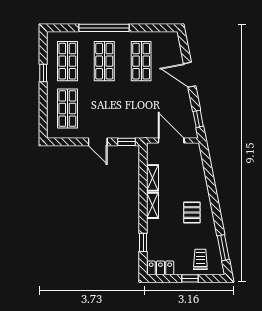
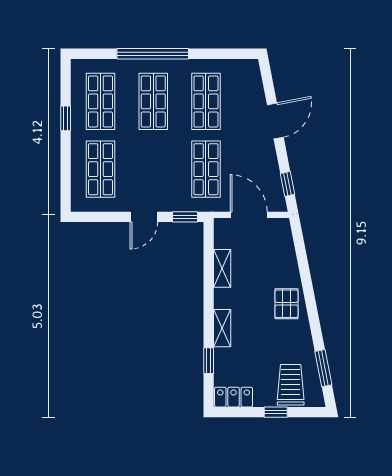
door: (190, 75) -> (275, 121), swing flipped
shop shelf: (141, 109) -> (206, 169), added
door: (98, 142) -> (144, 217), hinge flipped
shelving: (152, 205) -> (222, 328), moved
pallet: (192, 213) -> (286, 304), moved
trolley: (200, 259) -> (291, 385), width x1.36, depth x1.39

